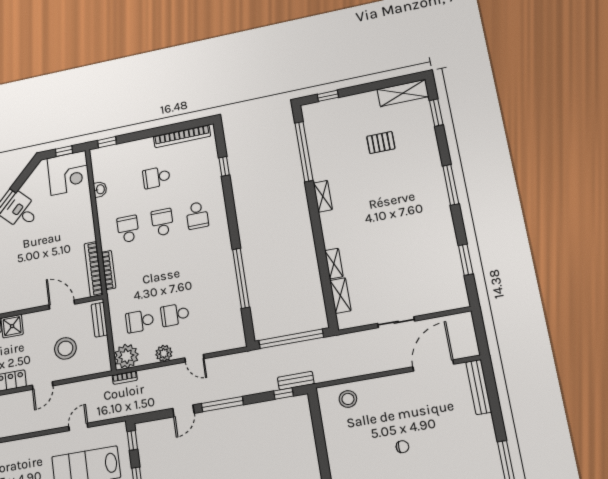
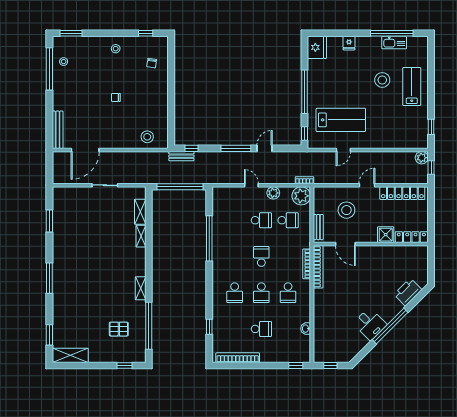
pallet: (381, 143) -> (119, 329), moved
corner desk: (68, 173) -> (329, 347), removed
school desk: (197, 215) -> (235, 293), turned 180
school desk: (169, 268) -> (261, 256), added

